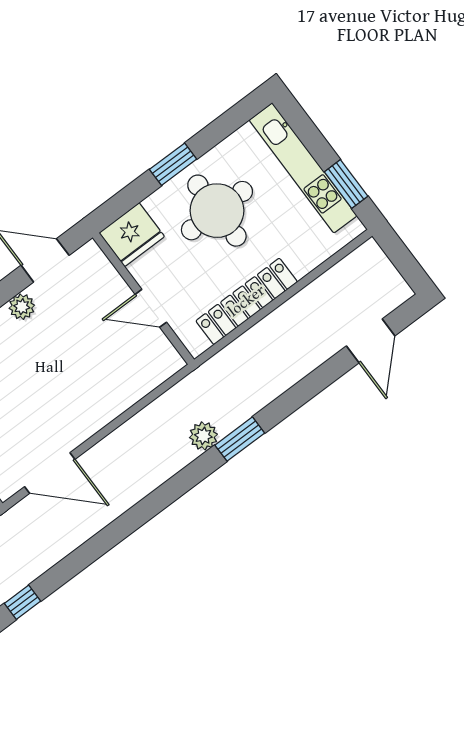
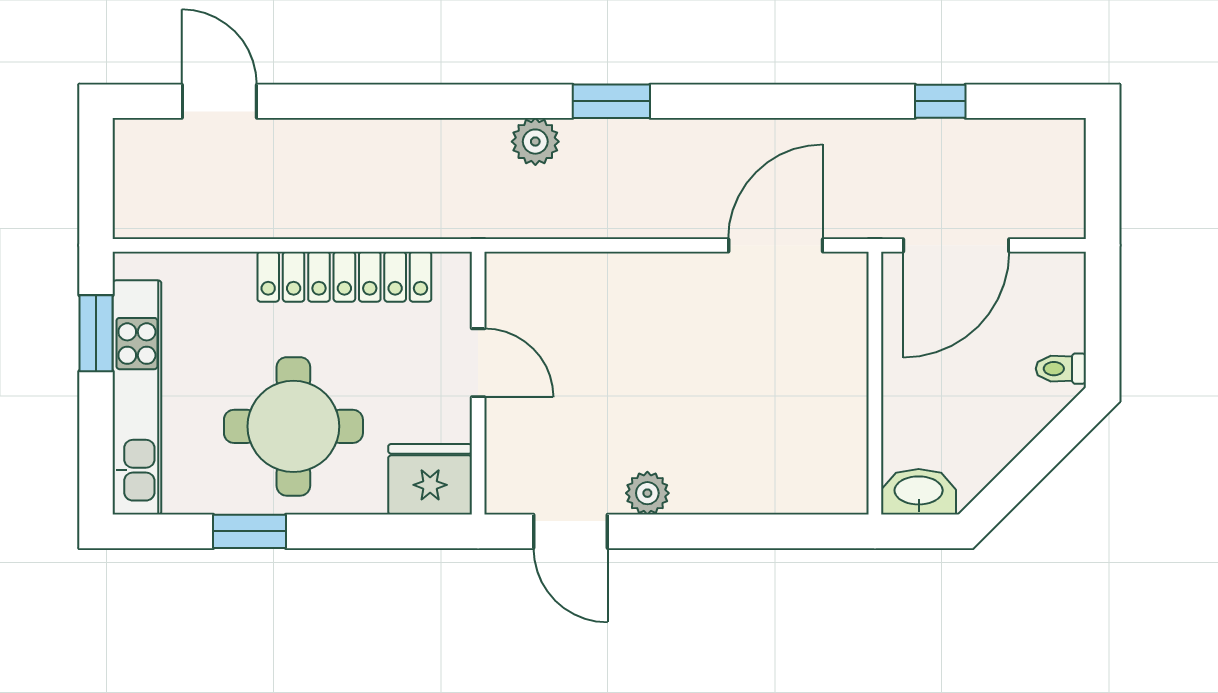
window: (173, 164) -> (249, 531), moved
door: (371, 341) -> (219, 101), hinge flipped
window: (240, 439) -> (611, 101), moved
door: (50, 473) -> (776, 245), hinge flipped

